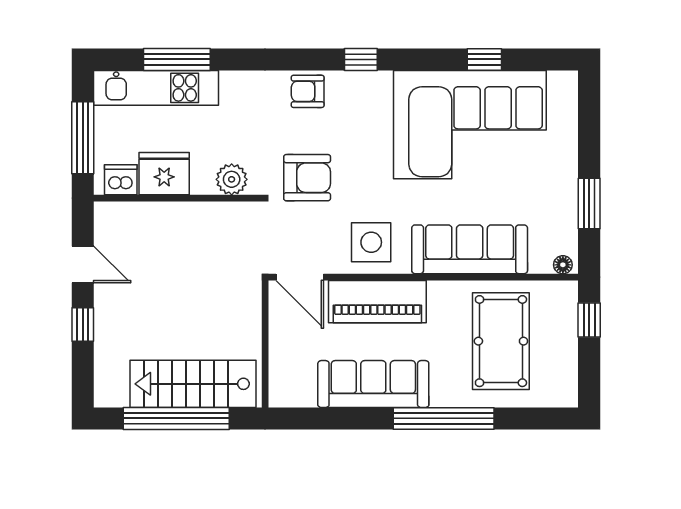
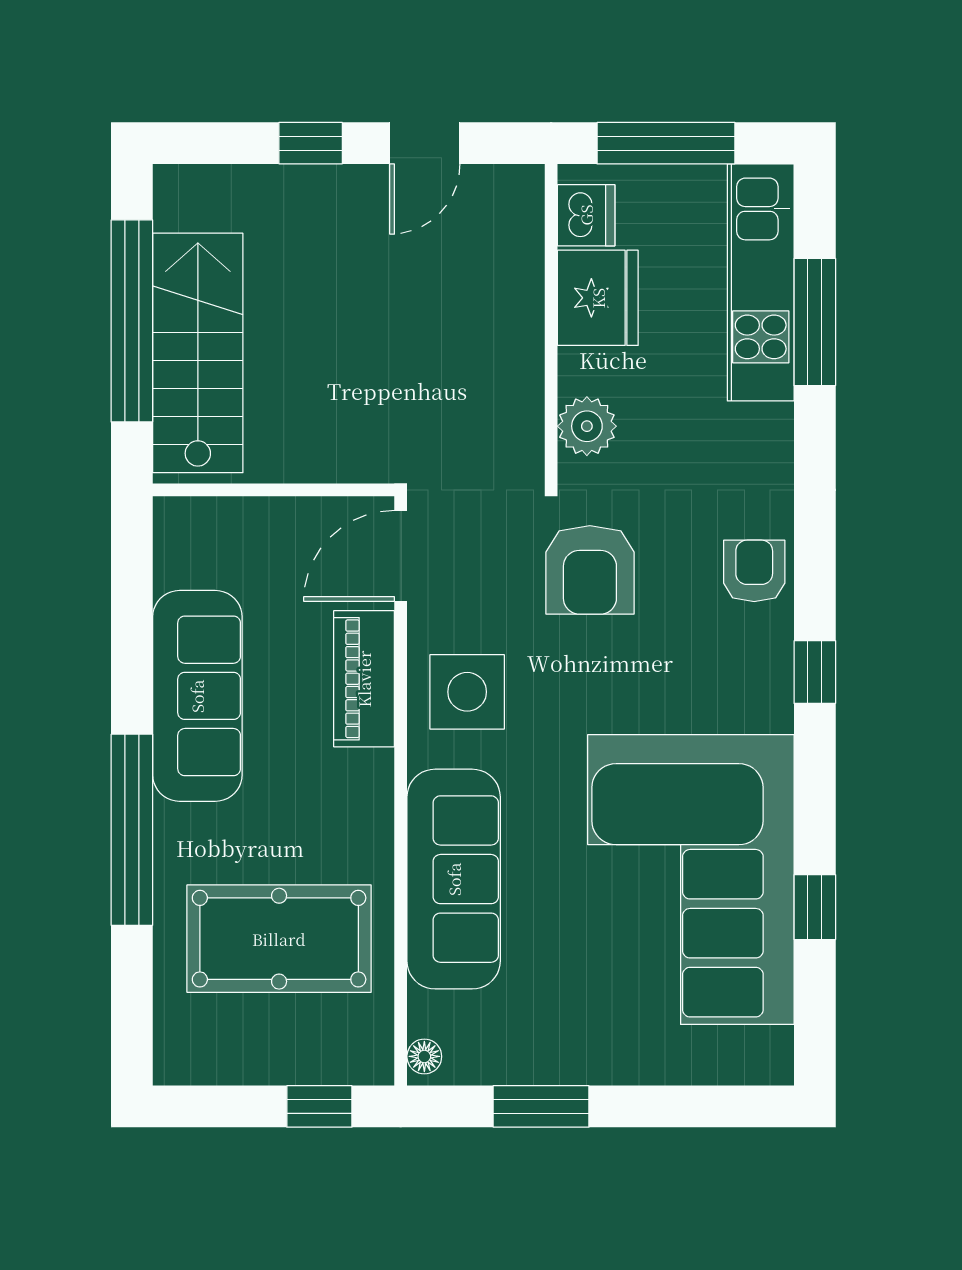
piano: (377, 302) -> (364, 679), width x0.73, depth x0.75

